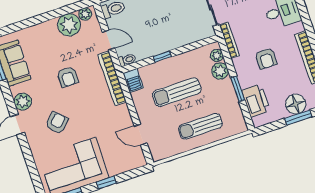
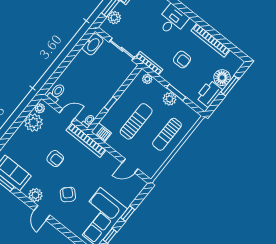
plant: (220, 71) -> (170, 99), moved
sun lounger: (177, 92) -> (136, 121), turned 180
printer: (256, 101) -> (209, 94), moved, turned -90

